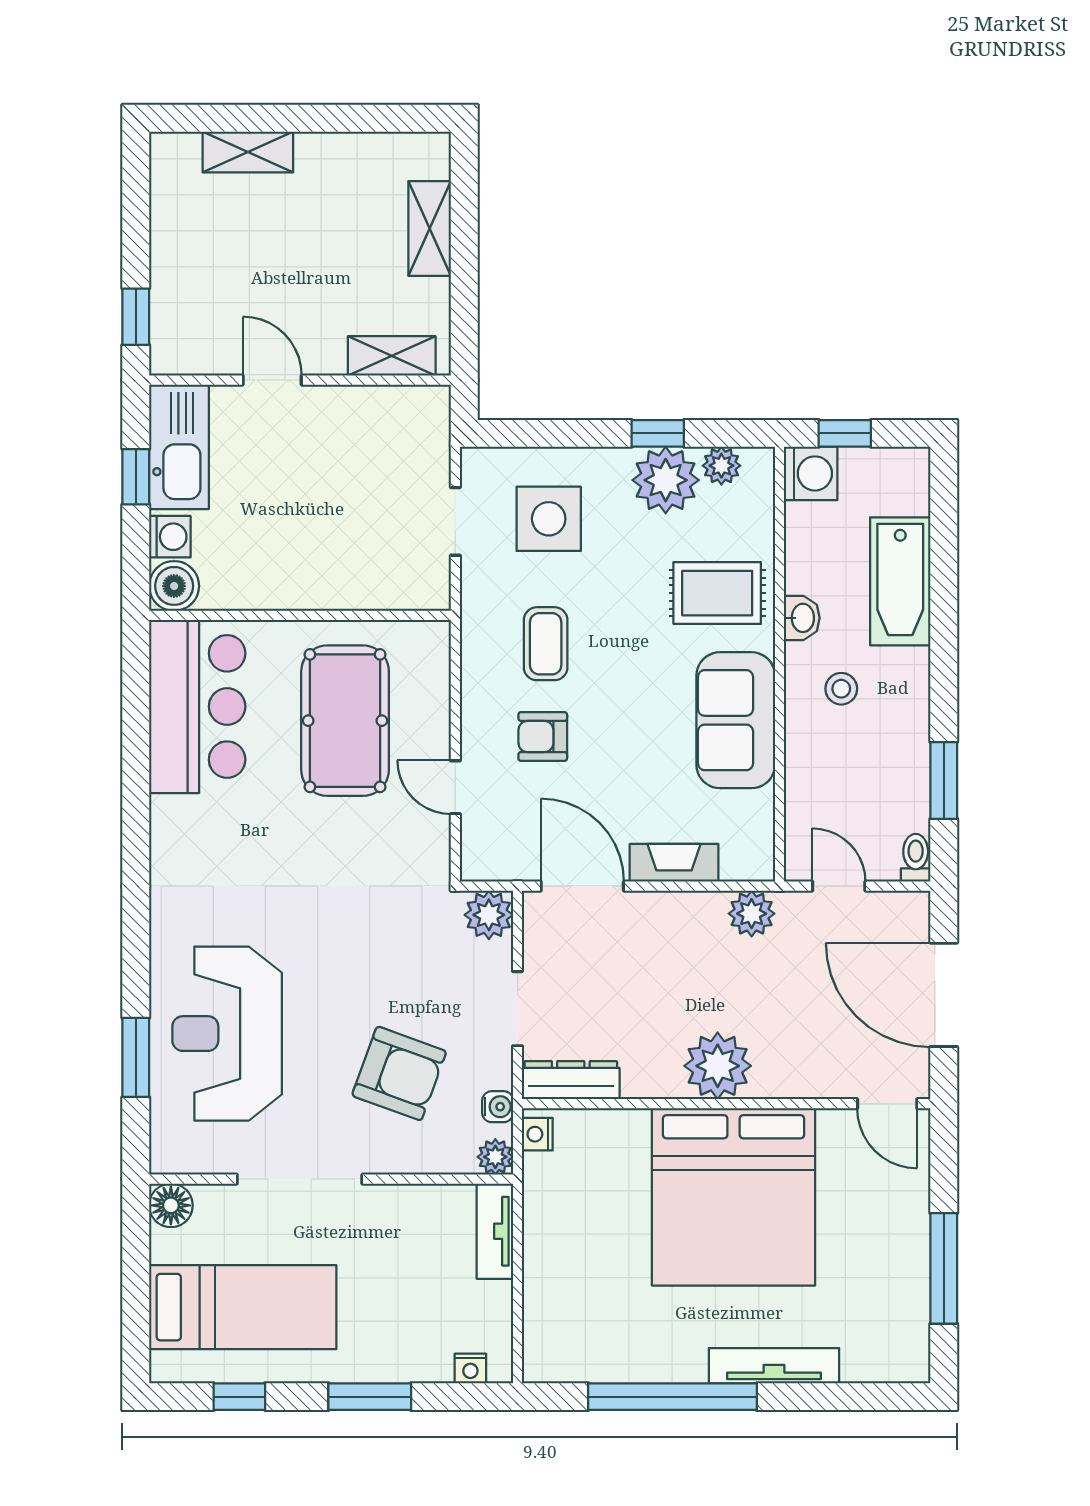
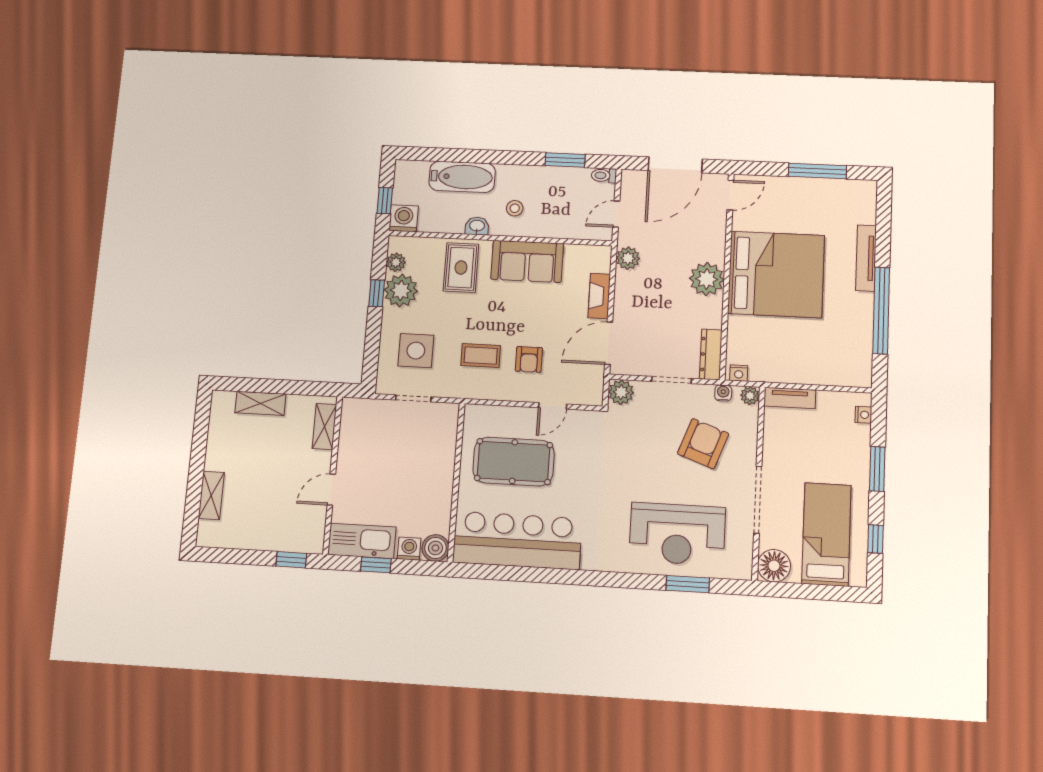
bar counter: (197, 706) -> (517, 540), width x1.36
floor lamp: (171, 1205) -> (774, 566), width x1.38, depth x1.38

